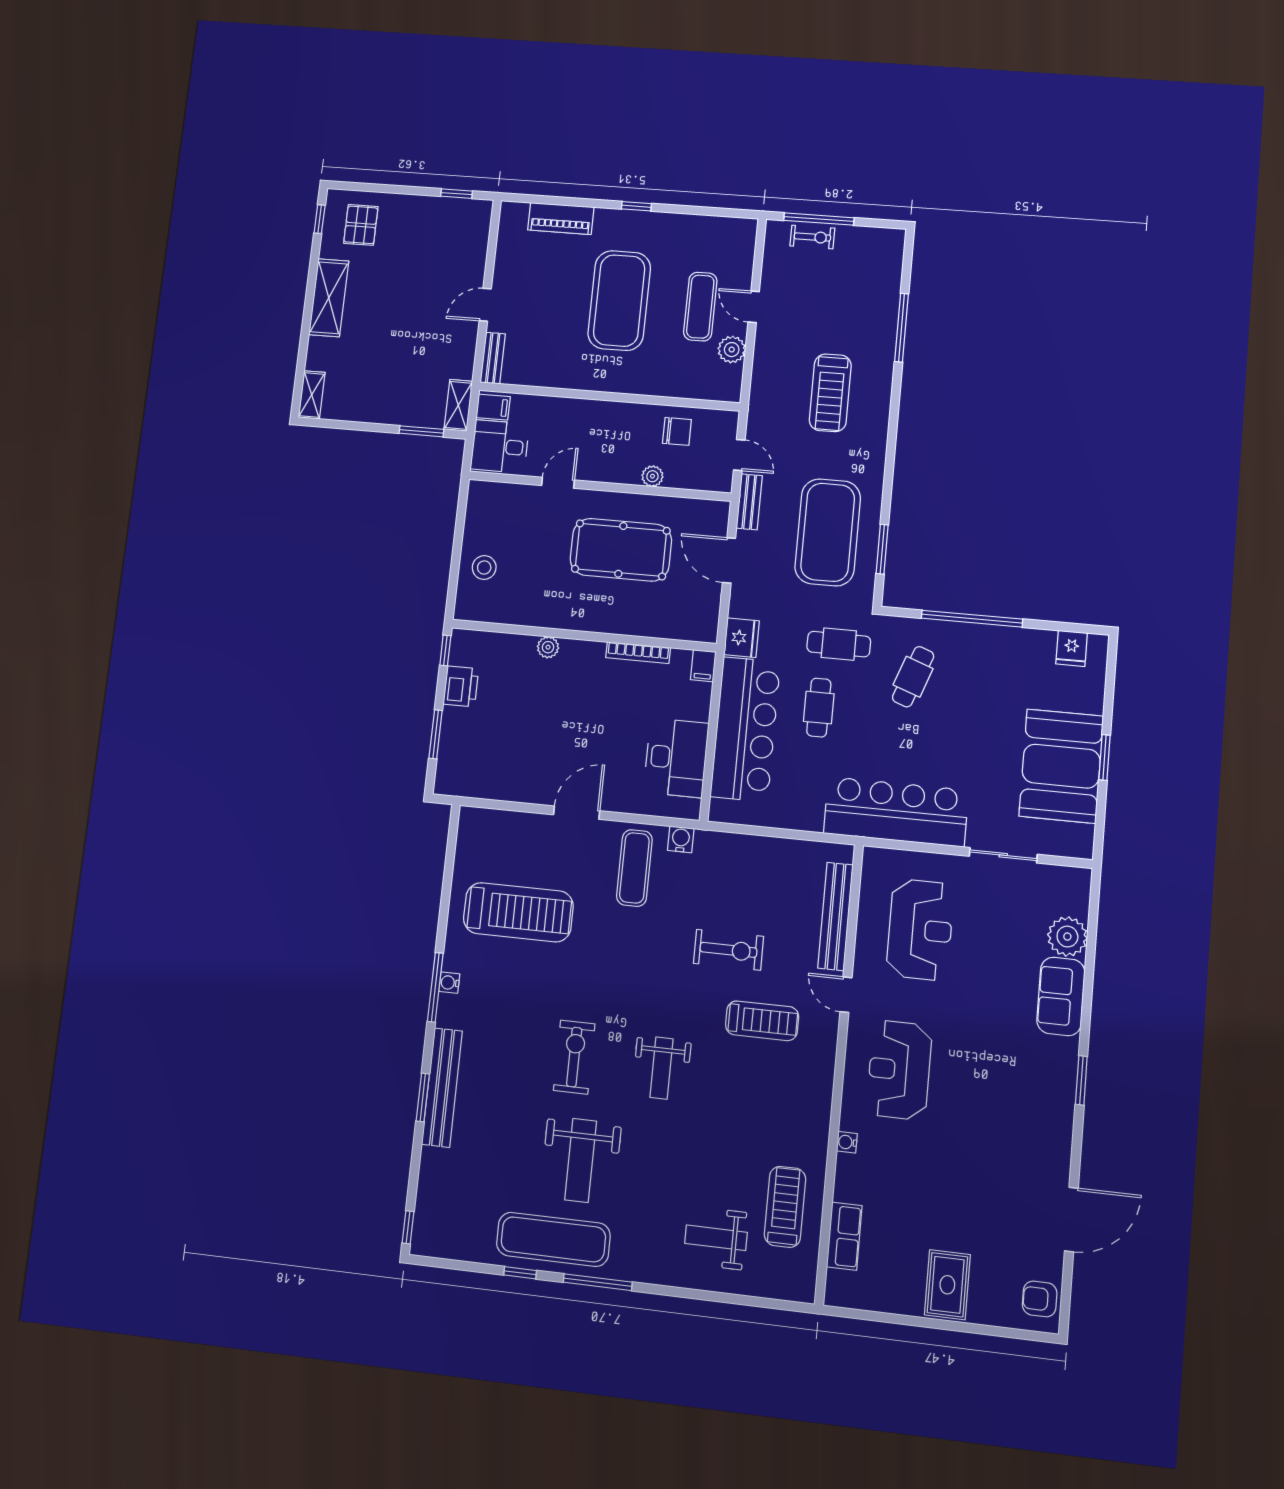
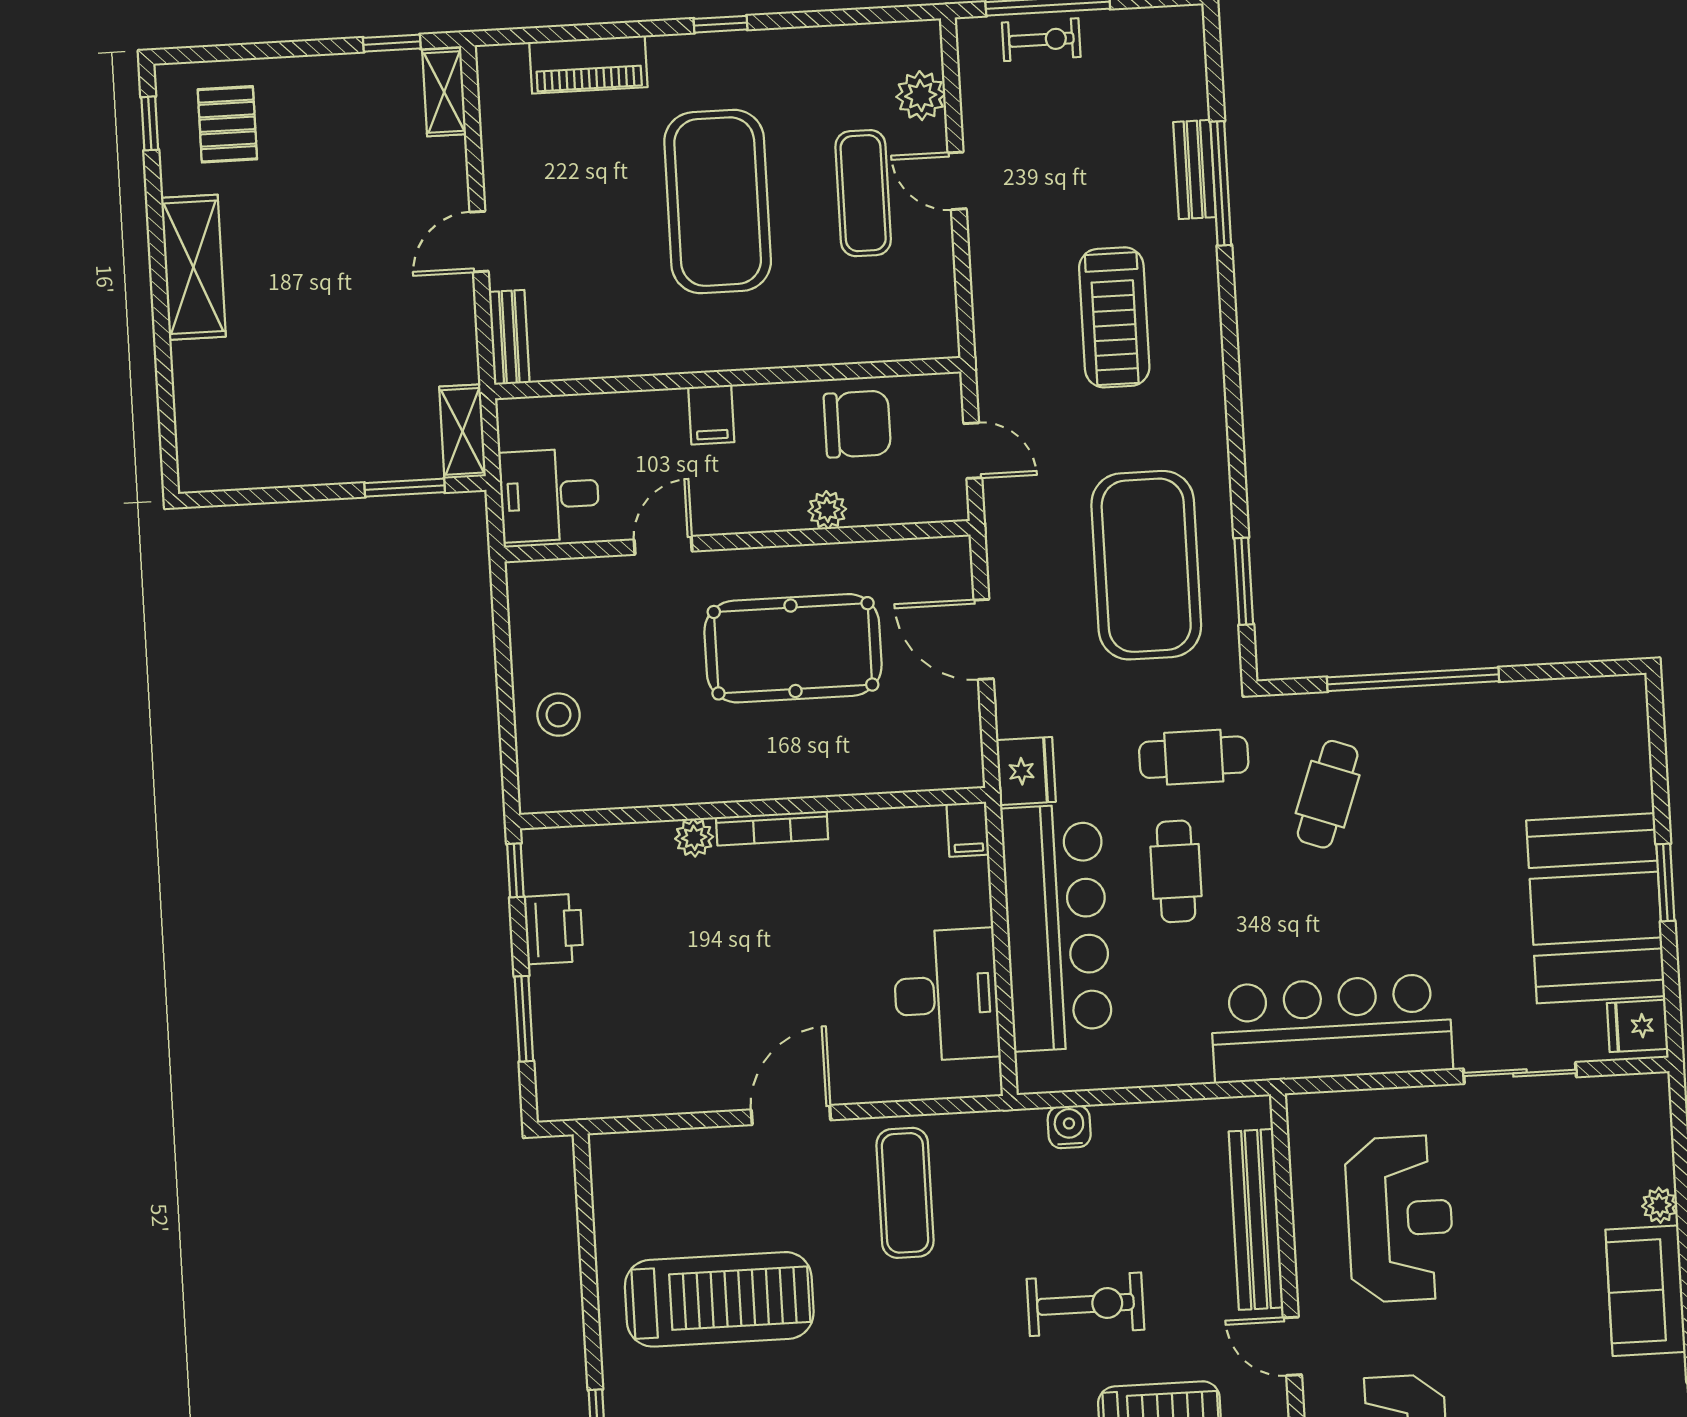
plant: (732, 350) -> (921, 96), moved
shelving: (312, 395) -> (444, 92), moved
filing cabinet: (493, 407) -> (711, 415), moved, turned 90
chair: (677, 431) -> (857, 424), width x1.37, depth x1.37
bench: (749, 502) -> (1195, 170), moved
fridge: (1072, 648) -> (1638, 1026), moved, turned 90
bookcase: (638, 653) -> (772, 828), moved
water cooler: (681, 839) -> (1069, 1127), moved
plant: (1067, 937) -> (1660, 1205), width x0.53, depth x0.53

